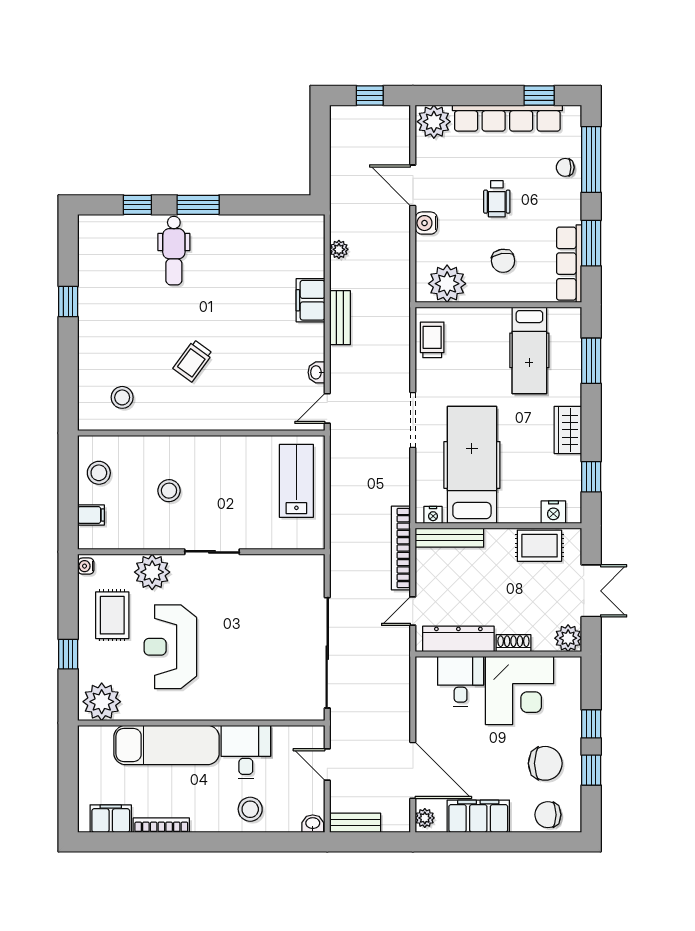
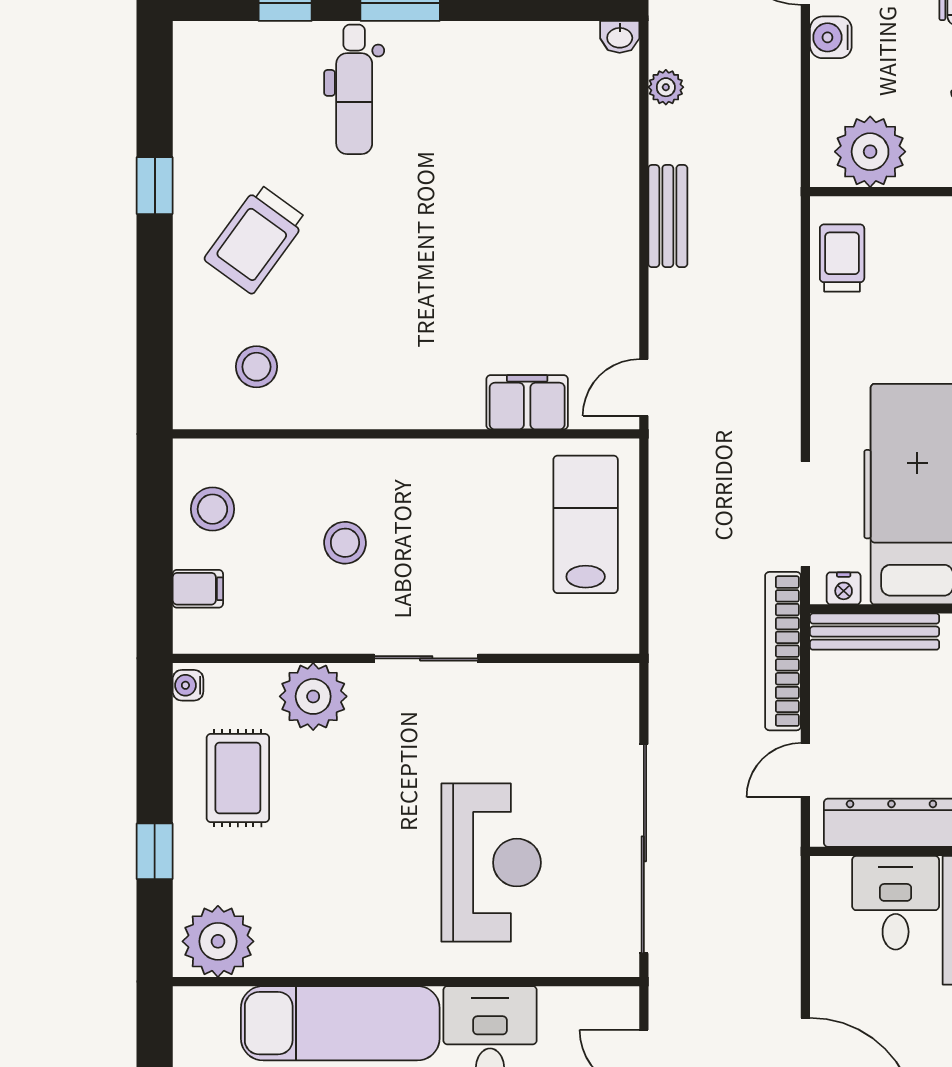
filing cabinet: (310, 300) -> (527, 402), moved, turned 90
trolley: (193, 361) -> (256, 239), moved, width x1.36, depth x1.39
washbasin: (316, 372) -> (620, 37), moved, turned -90
doorway: (413, 420) -> (805, 514), moved
reception desk: (170, 647) -> (491, 863), moved, turned 180

